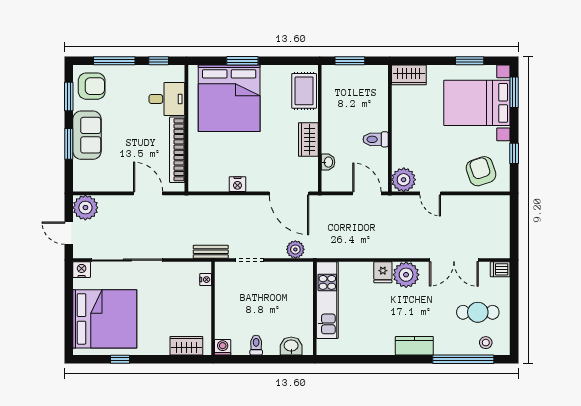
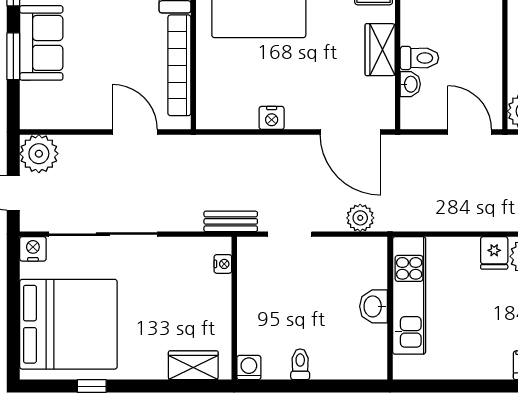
toilet: (376, 139) -> (419, 58), moved, turned 180
washbasin: (291, 346) -> (373, 306), moved, turned -90

